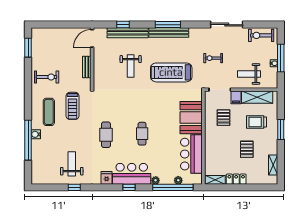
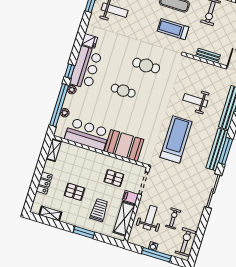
sliding door: (227, 25) -> (213, 191), moved
exercise bike: (213, 58) -> (173, 219), moved
cafe table: (106, 135) -> (146, 65), moved
locker: (236, 179) -> (44, 183), moved
window: (129, 187) -> (70, 71), moved

